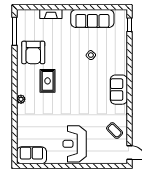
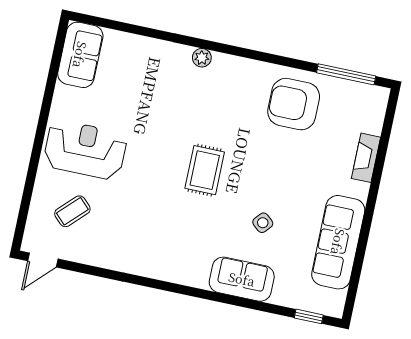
rug: (48, 81) -> (205, 170), moved, turned 90
sofa: (119, 90) -> (242, 279), moved
coffee table: (115, 131) -> (72, 211), moved

